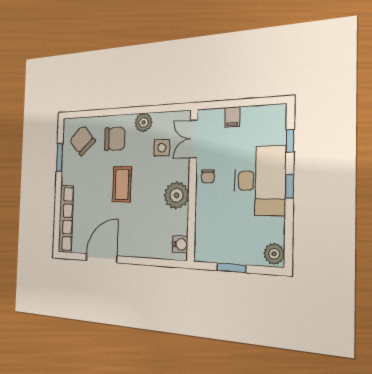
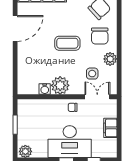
filing cabinet: (232, 117) -> (110, 128), width x2.00
water cooler: (180, 244) -> (45, 89), moved
door: (102, 258) -> (15, 28), hinge flipped

